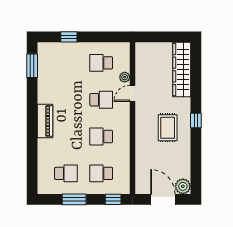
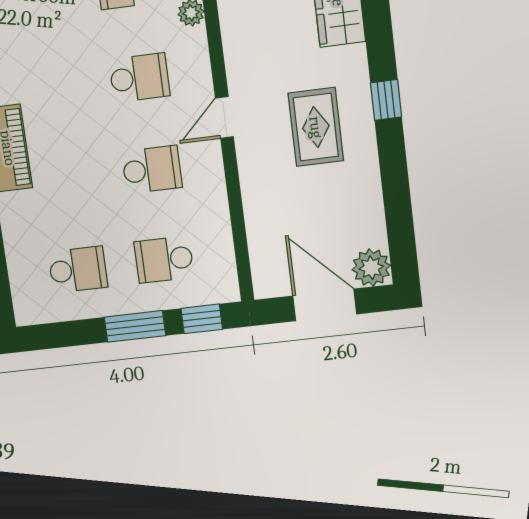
door: (132, 93) -> (224, 117), moved
school desk: (101, 137) -> (152, 170), turned 180
window: (74, 199) -> (135, 326), moved

